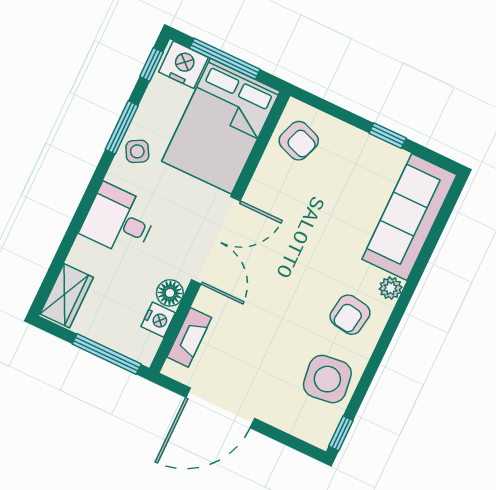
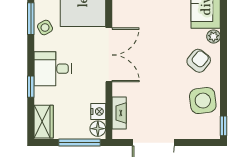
window: (72, 232) -> (31, 87), added
floor lamp: (170, 293) -> (98, 129), moved
armchair: (350, 315) -> (199, 61), turned -150

